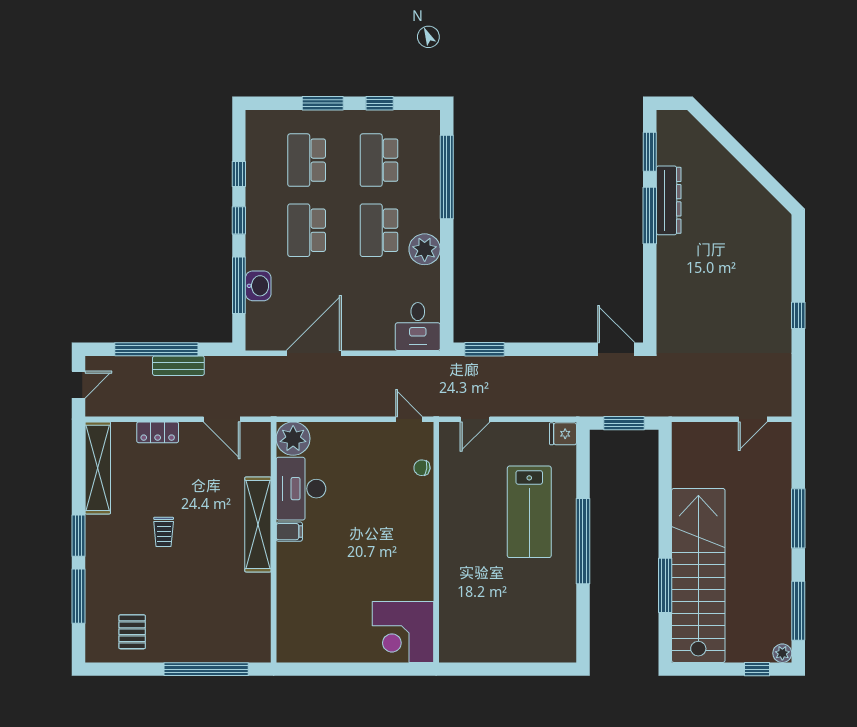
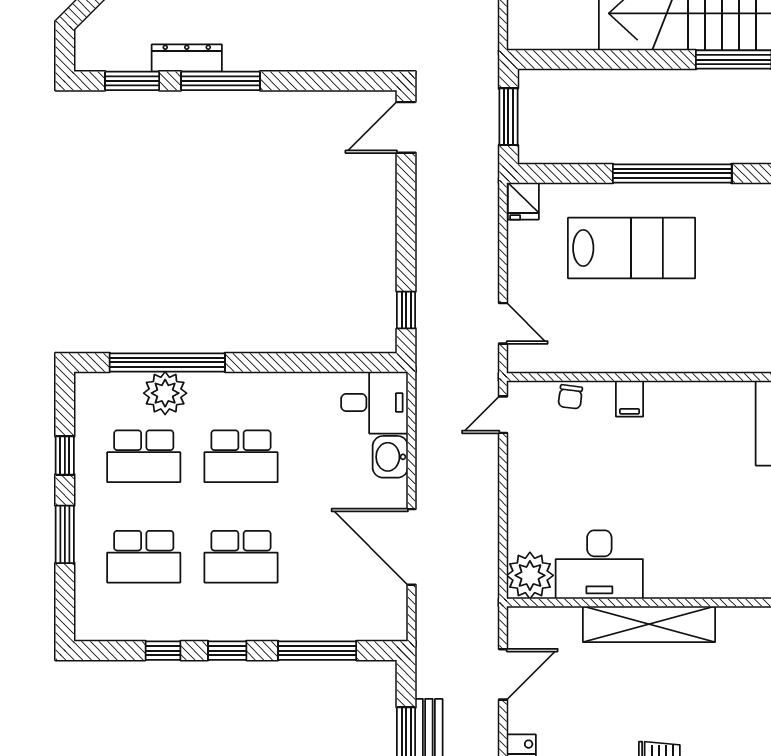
dresser: (669, 200) -> (187, 58), width x0.73, depth x0.80
plant: (425, 249) -> (165, 393), moved
washbasin: (258, 286) -> (390, 457), moved, turned -90
window: (485, 349) -> (406, 310), width x0.67
filing cabinet: (289, 532) -> (630, 399), moved, turned 180

